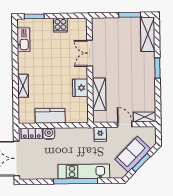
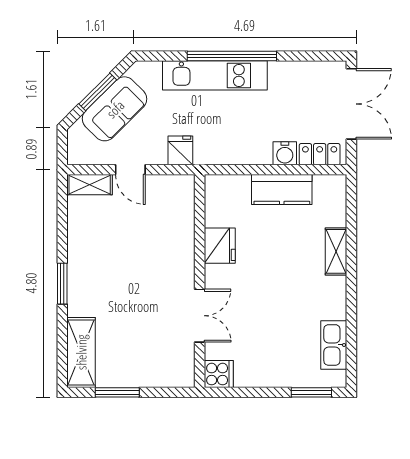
cooker: (60, 25) -> (219, 374), moved, turned 90
shelving: (99, 94) -> (182, 232), removed

